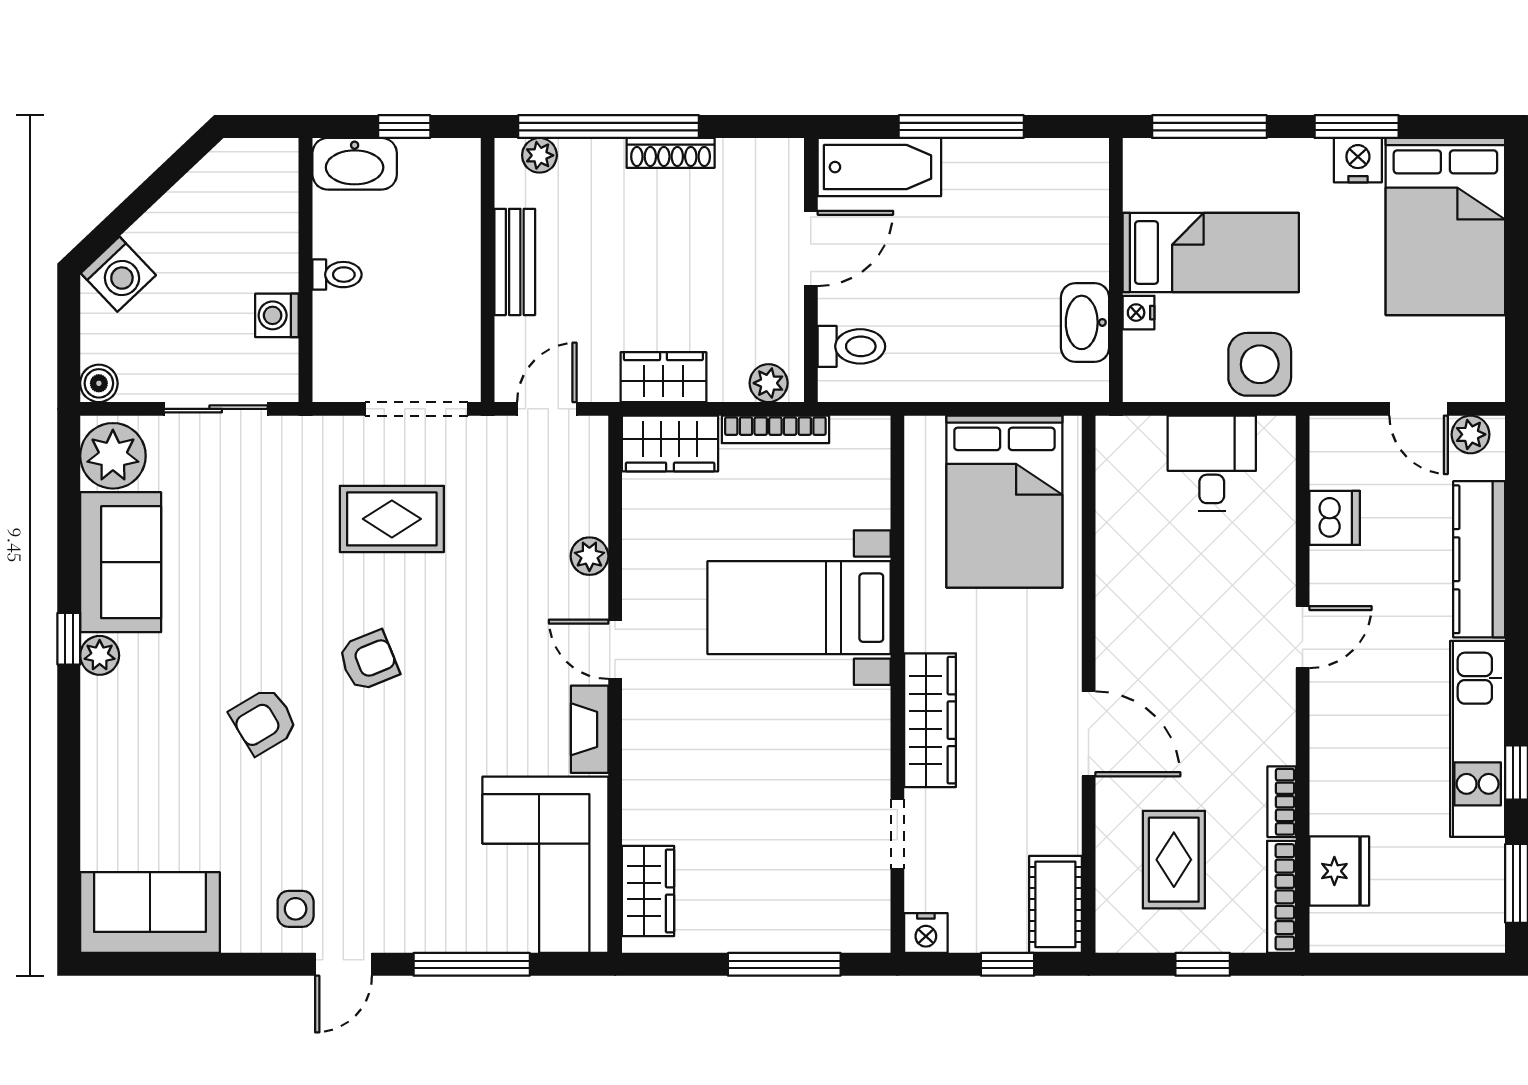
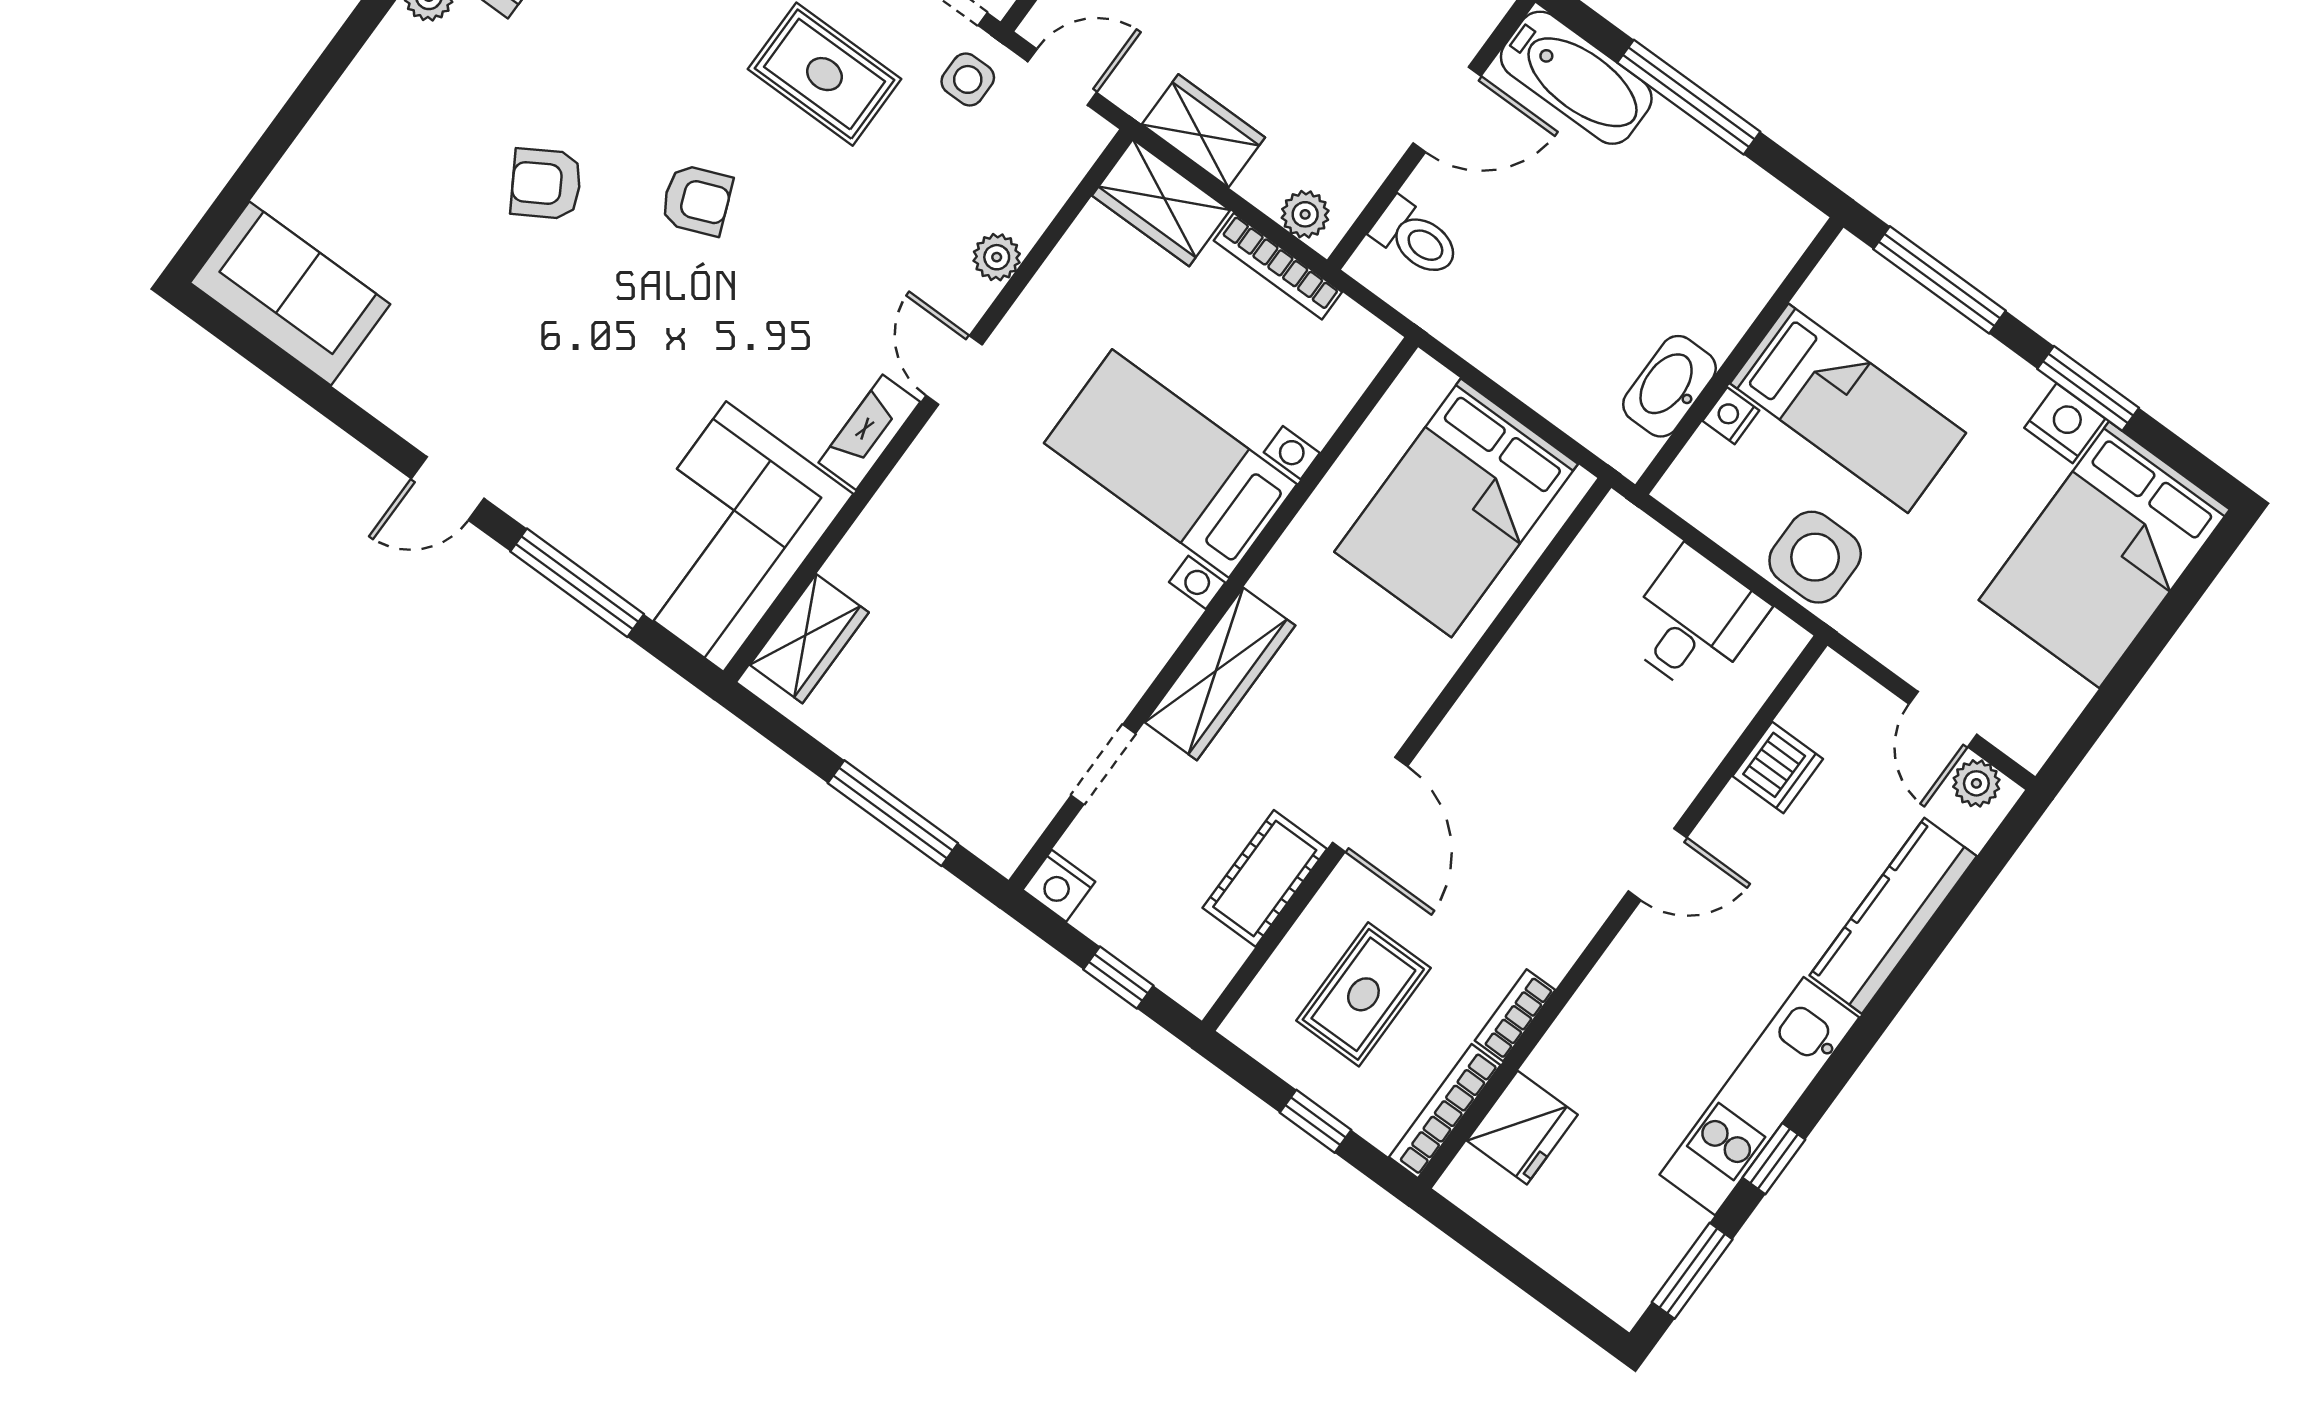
cot: (1055, 904) -> (1265, 878), moved
side table: (296, 909) -> (968, 79), moved

